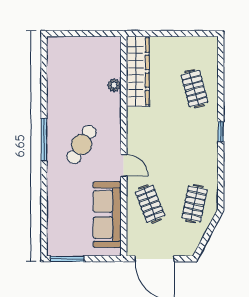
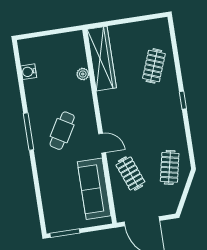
water cooler: (54, 73) -> (29, 72), added
clothes rail: (195, 89) -> (154, 66), turned 36

